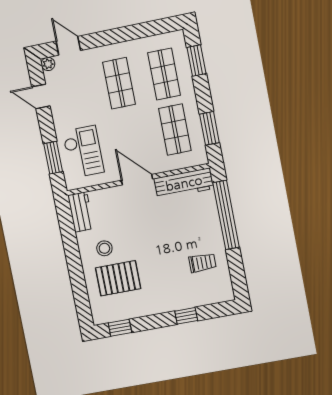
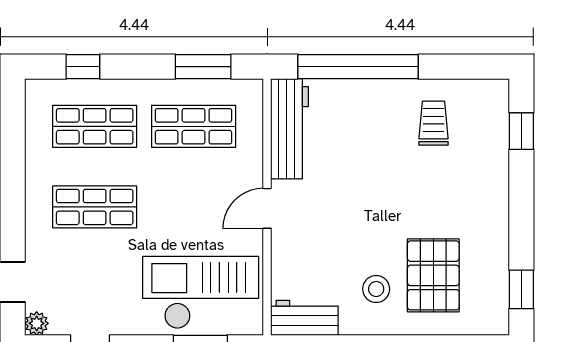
window: (196, 60) -> (83, 67), width x0.67
checkout: (83, 152) -> (201, 293), width x1.36, depth x1.21
door: (137, 180) -> (267, 208), width x0.73
window: (186, 316) -> (521, 131), moved

